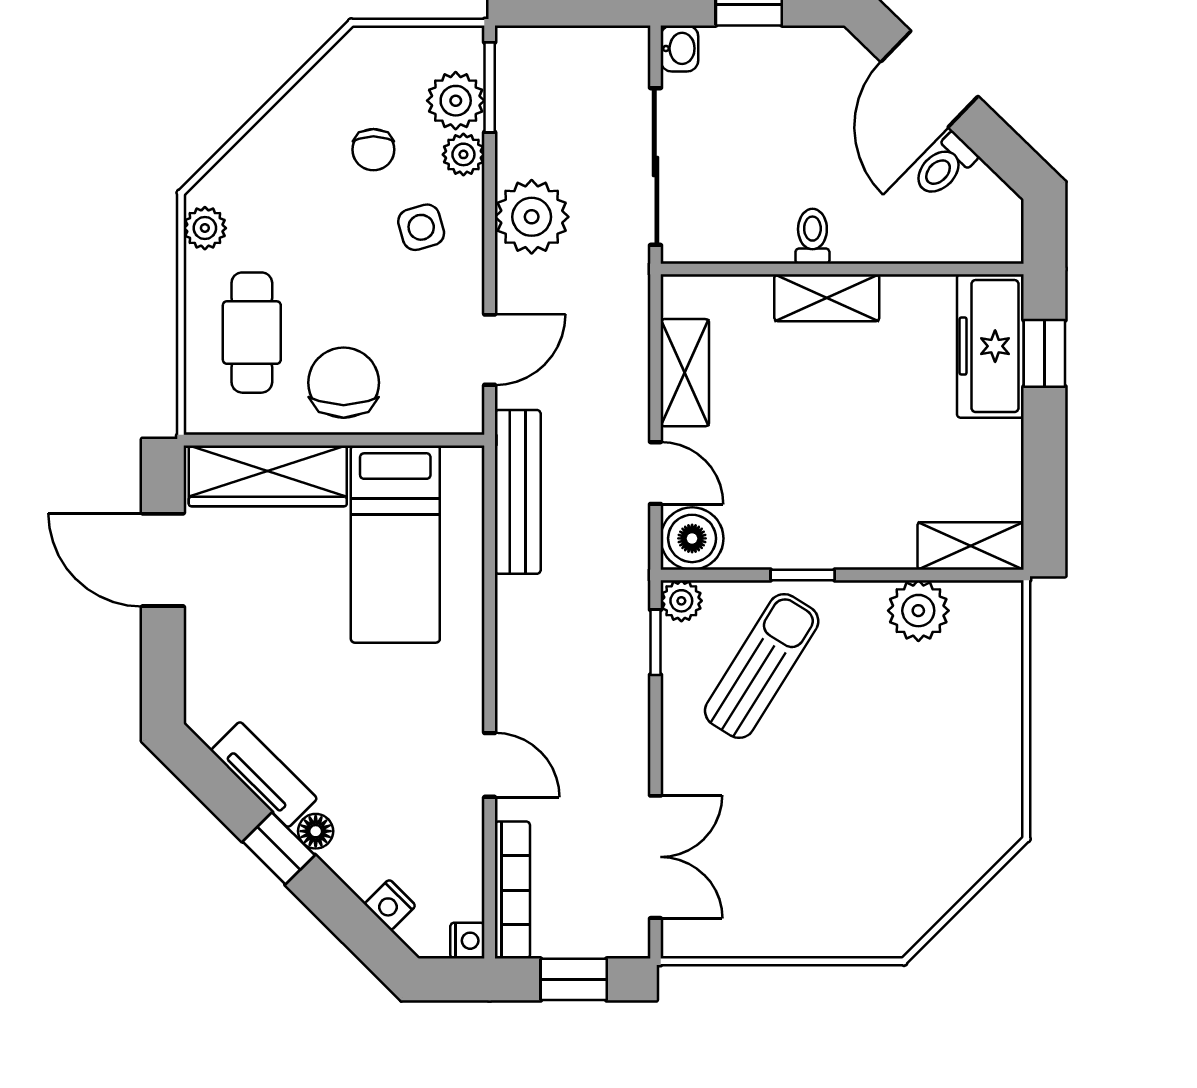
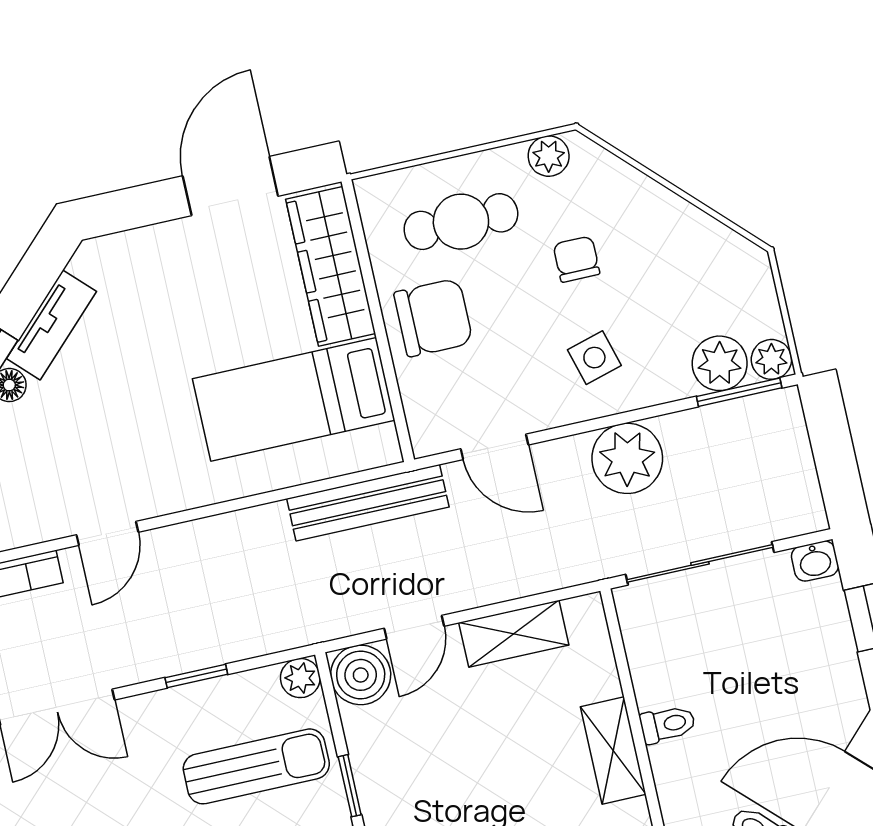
chair: (373, 150) -> (576, 259), moved, turned 90
plant: (463, 154) -> (771, 359), moved
window: (656, 642) -> (196, 676), moved
sun lounger: (762, 666) -> (256, 766), turned -32

